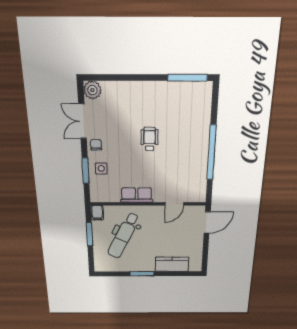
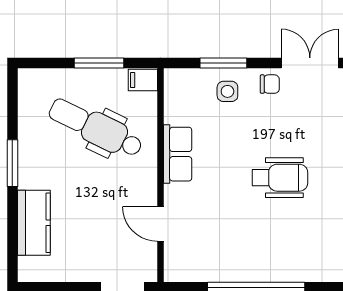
wheelchair: (150, 139) -> (280, 178), width x1.36, depth x1.37

